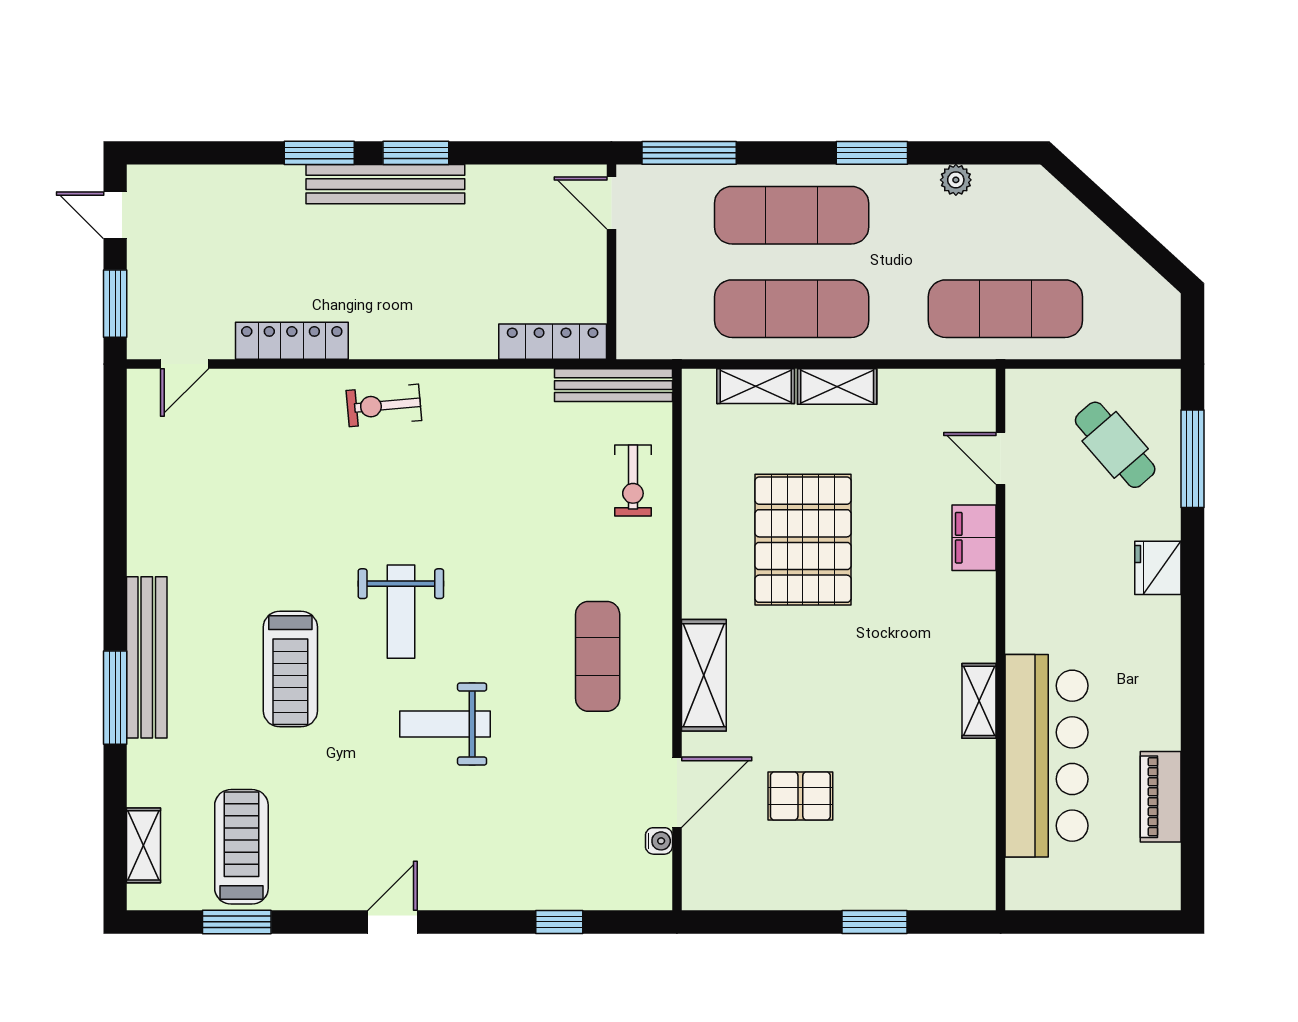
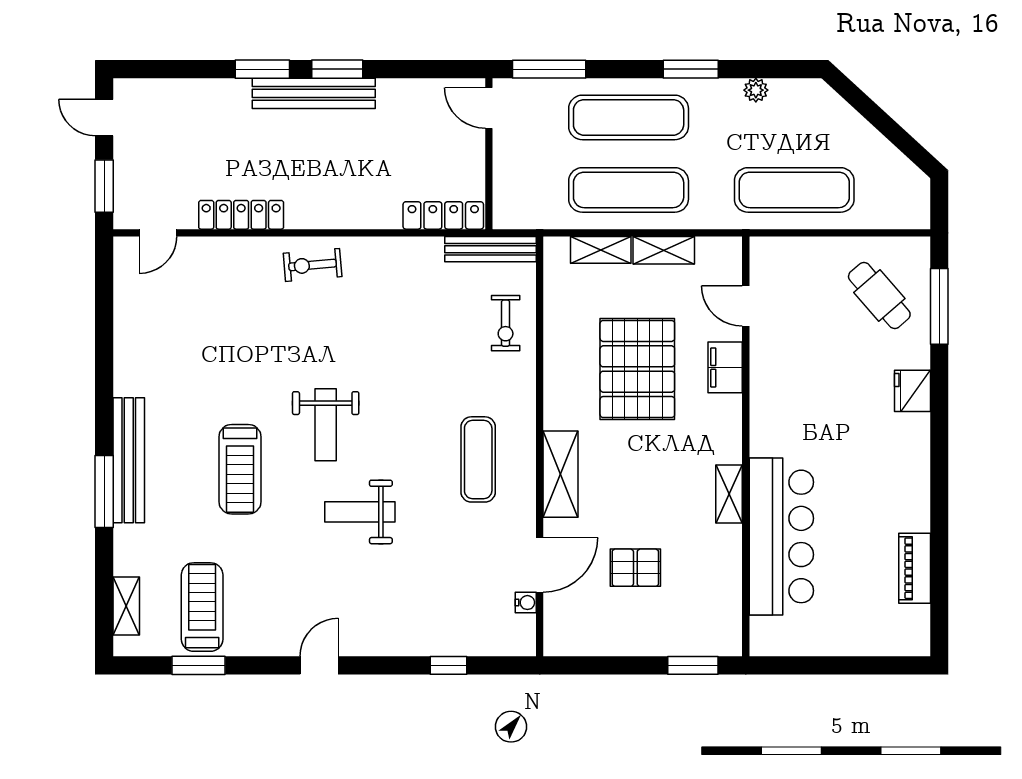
door: (1001, 458) -> (746, 306), moved
filing cabinet: (974, 538) -> (725, 367), moved
wall: (1001, 640) -> (746, 446), moved
shelving: (979, 701) -> (729, 494), moved
bar counter: (1047, 756) -> (781, 536), moved

